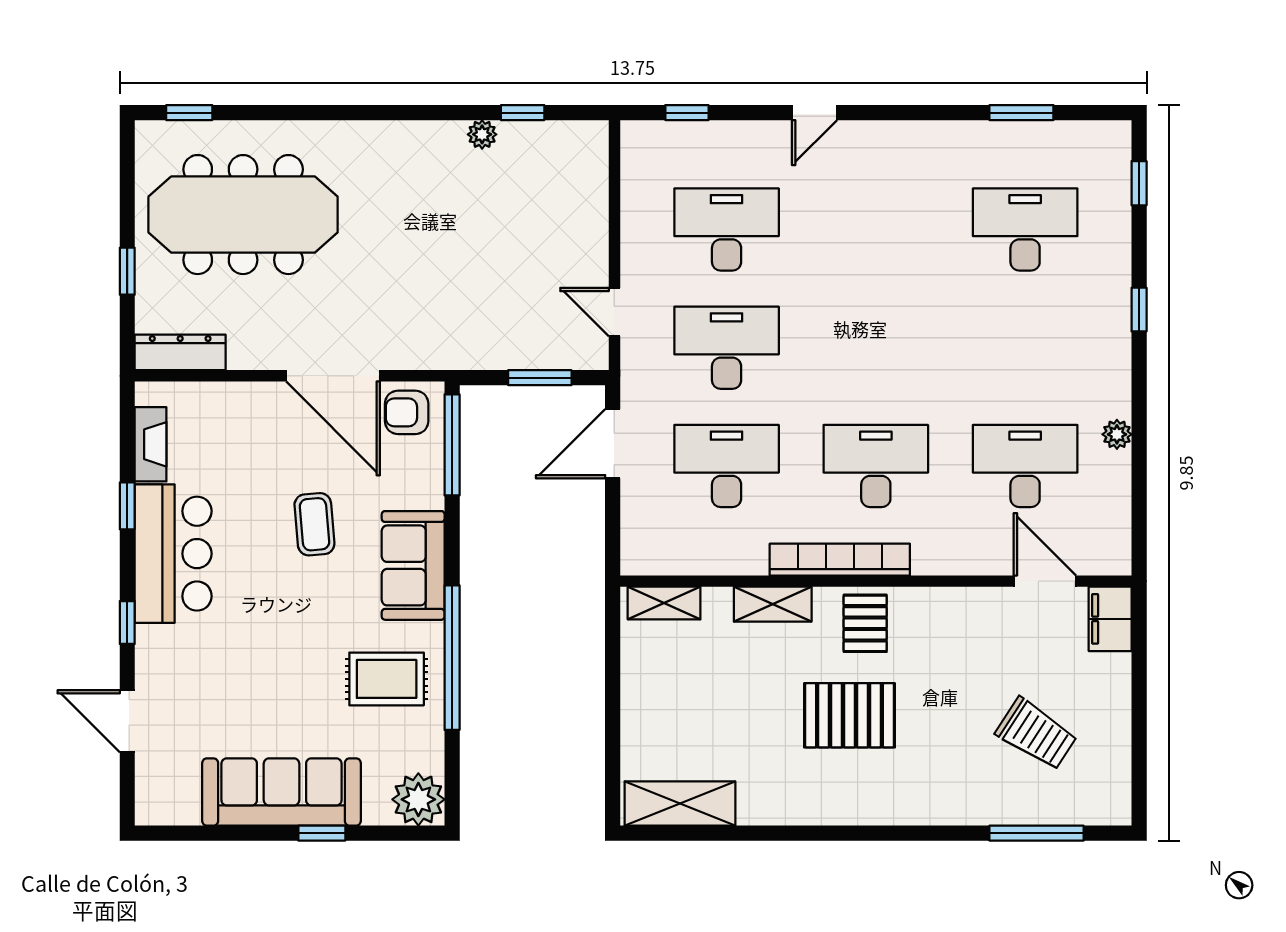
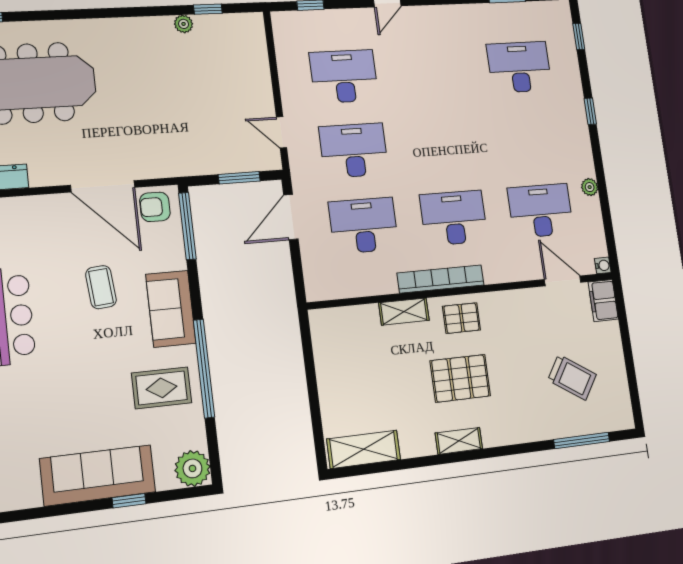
water cooler: (1119, 563) -> (603, 265), added
shelving: (664, 603) -> (459, 441), moved
pallet: (865, 623) -> (461, 318), turned 90

